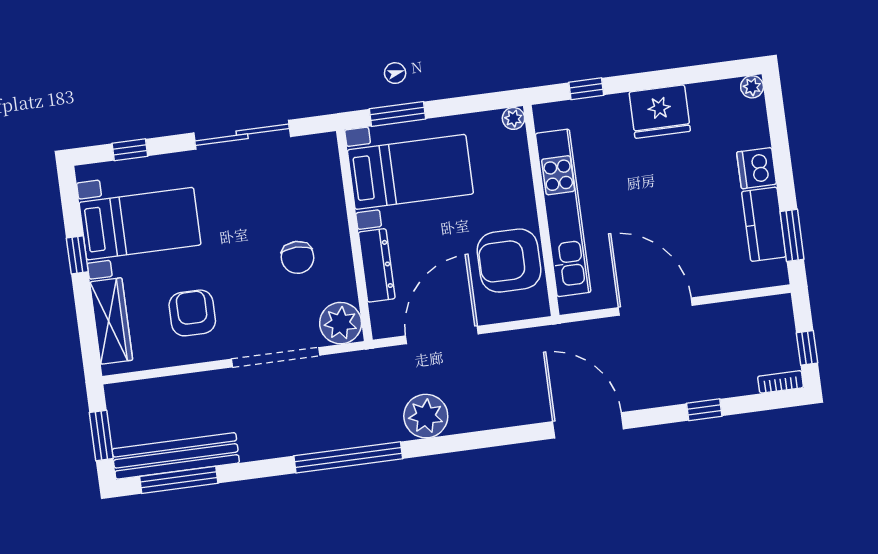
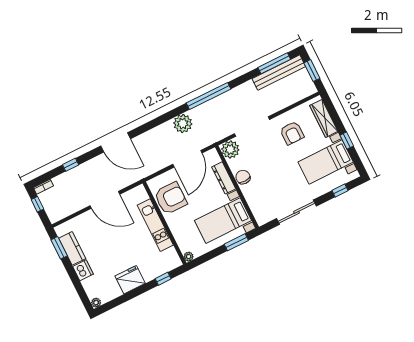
kitchen unit: (563, 213) -> (155, 225), width x0.73
chair: (298, 257) -> (243, 177), moved

